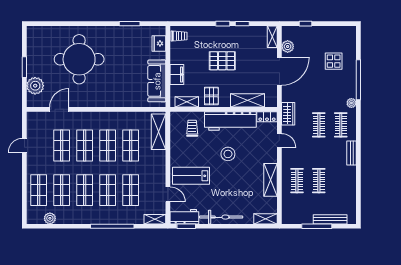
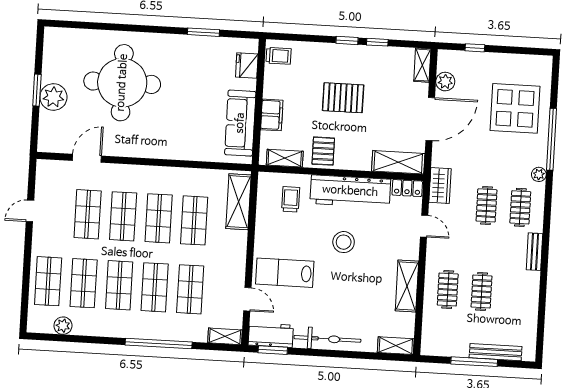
display table: (334, 61) -> (515, 108), width x1.86, depth x1.86
plant: (35, 86) -> (53, 97), moved
shelving: (247, 100) -> (398, 162), moved

